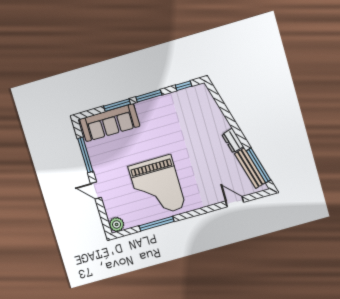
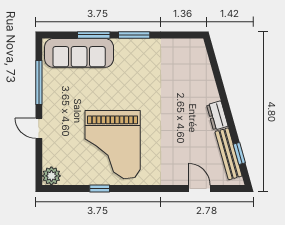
window: (184, 86) -> (178, 35), removed
window: (258, 165) -> (239, 153), width x0.46
window: (157, 224) -> (100, 188), width x0.46

